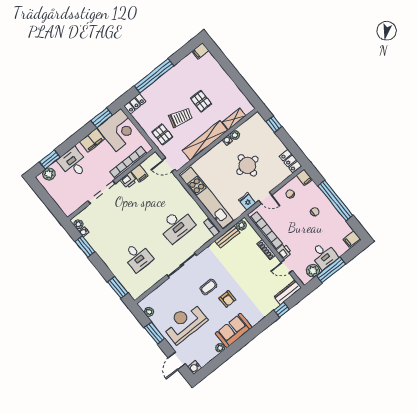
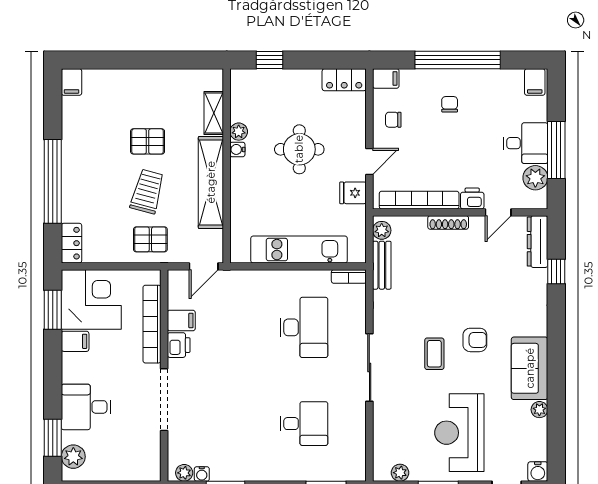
filing cabinet: (92, 140) -> (75, 341), width x0.50
kitchen unit: (207, 198) -> (299, 250), width x0.73

